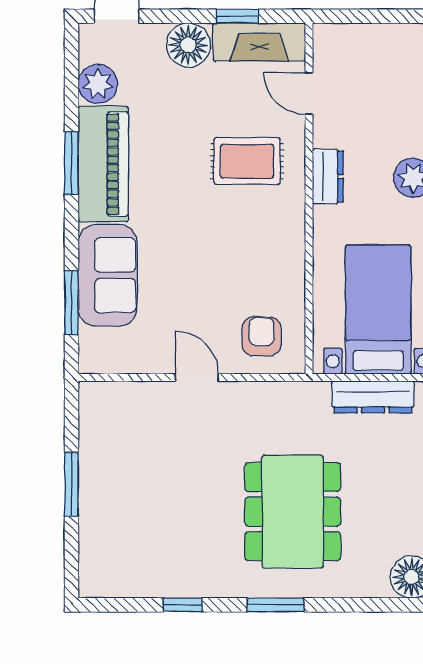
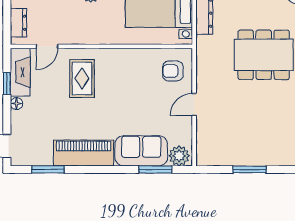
floor lamp: (188, 45) -> (16, 104), width x0.53, depth x0.53
plant: (98, 84) -> (179, 156), moved
window: (72, 163) -> (48, 169), moved
dresser: (328, 176) -> (18, 23), moved, turned 90

